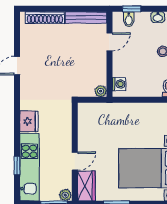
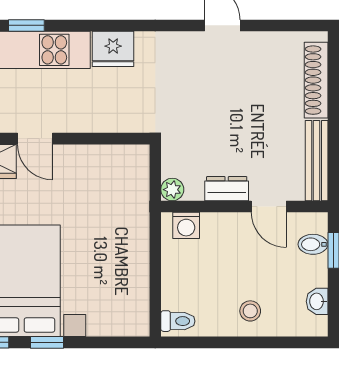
dresser: (100, 63) -> (227, 189), added

